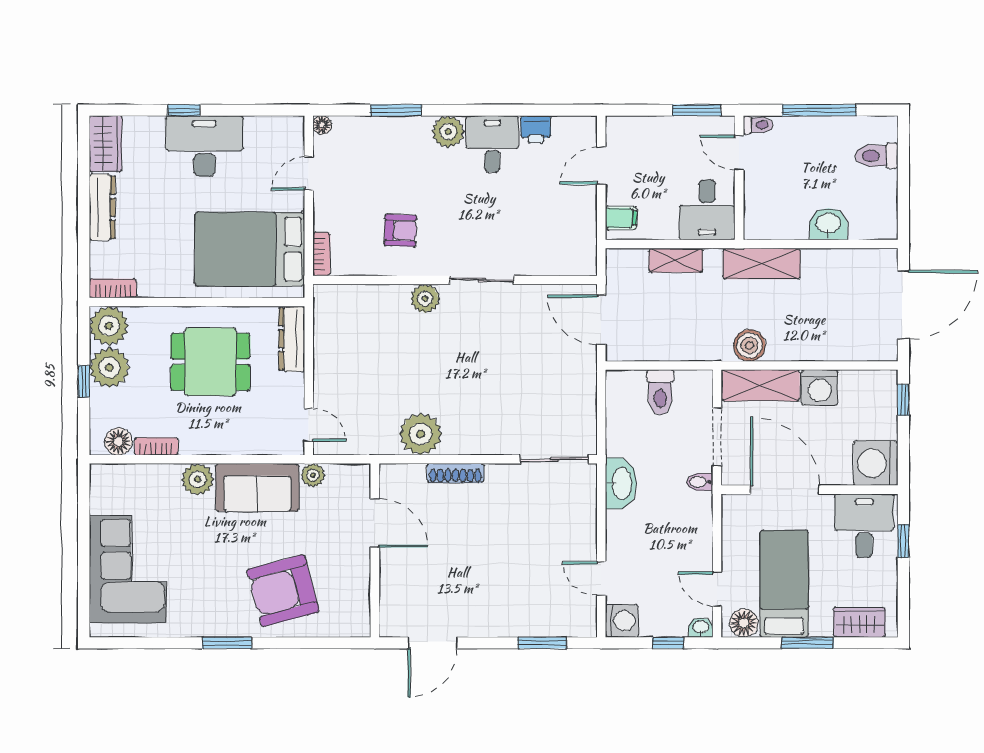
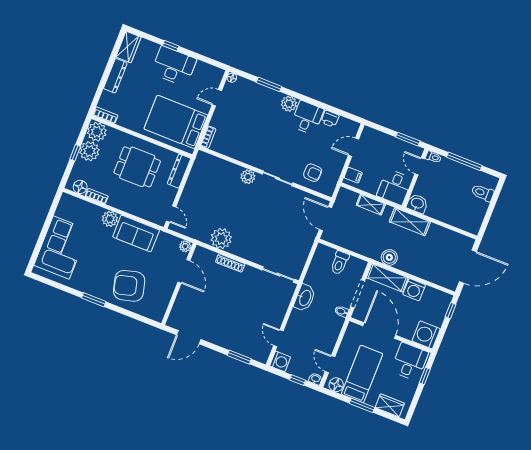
washbasin: (828, 224) -> (417, 204), moved
armchair: (400, 230) -> (313, 173), moved
plant: (313, 475) -> (185, 246), moved

